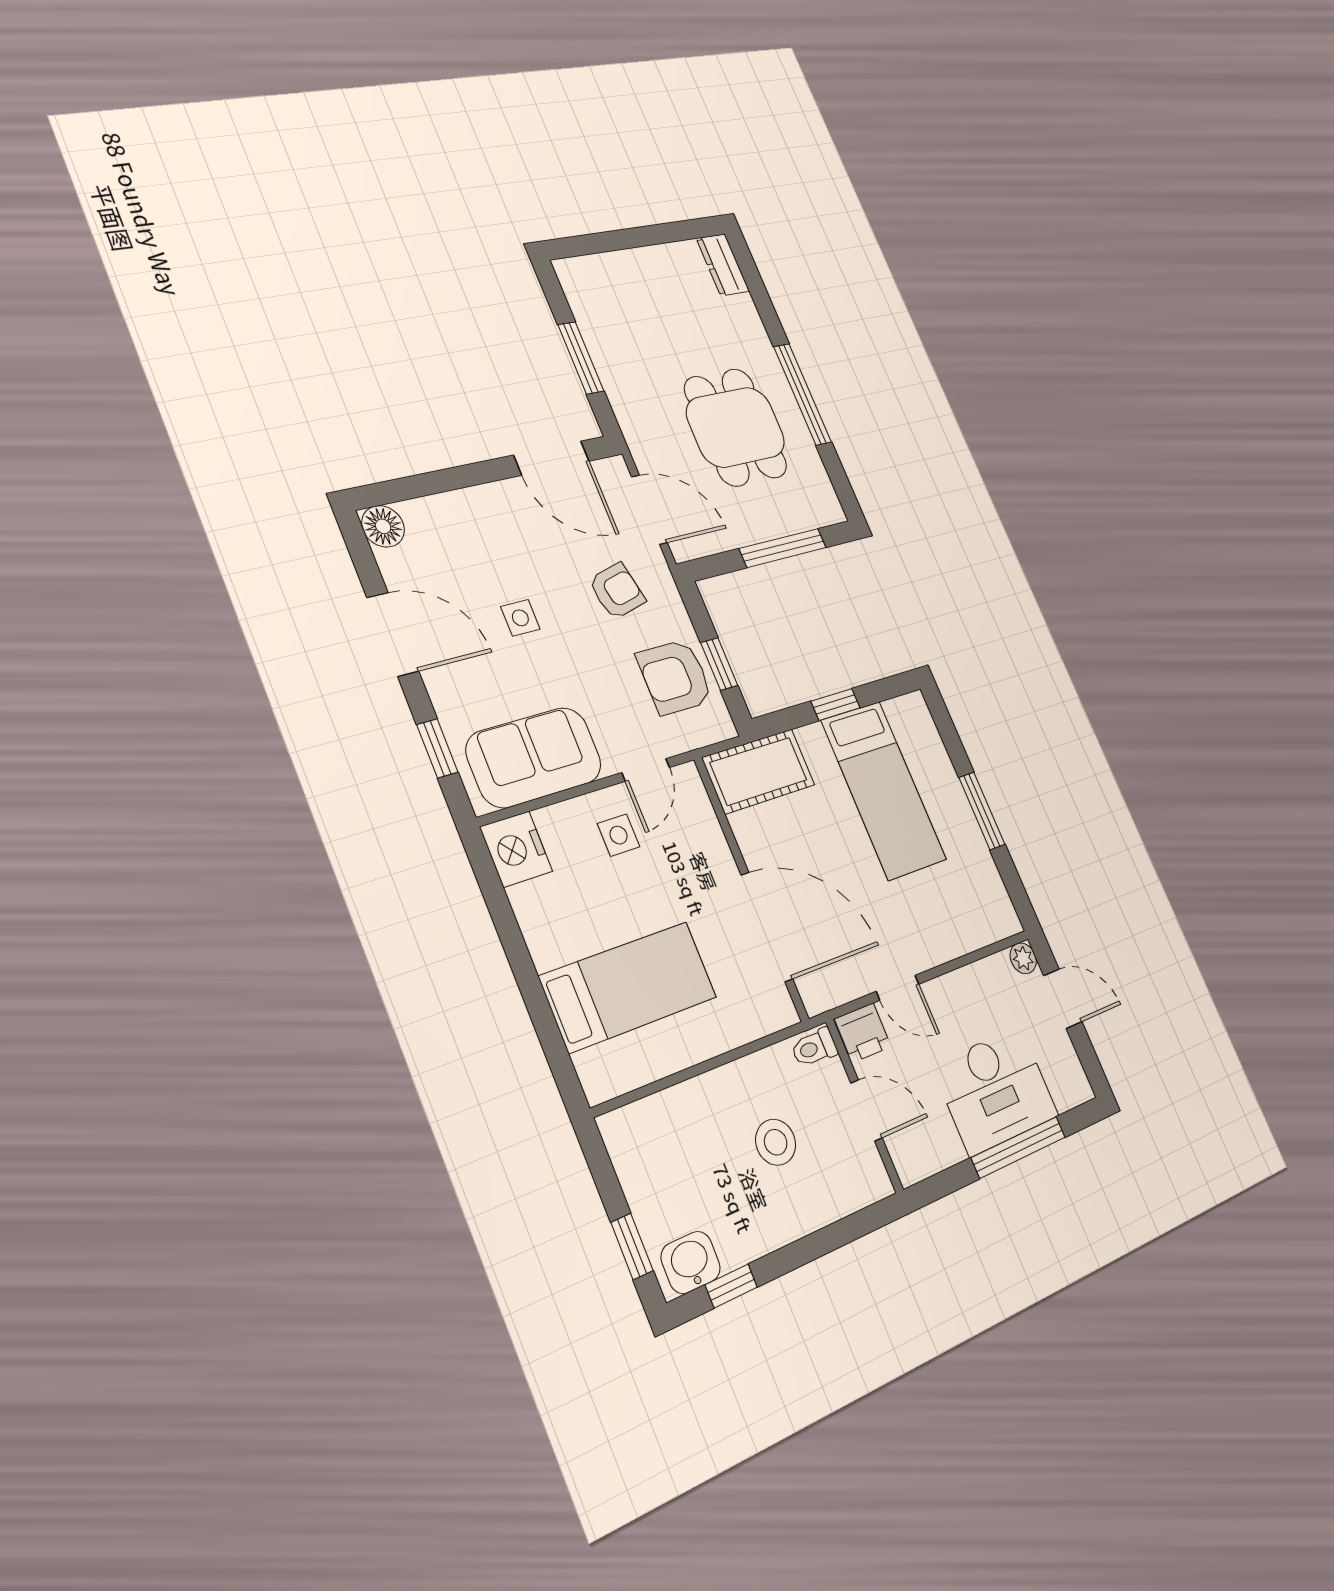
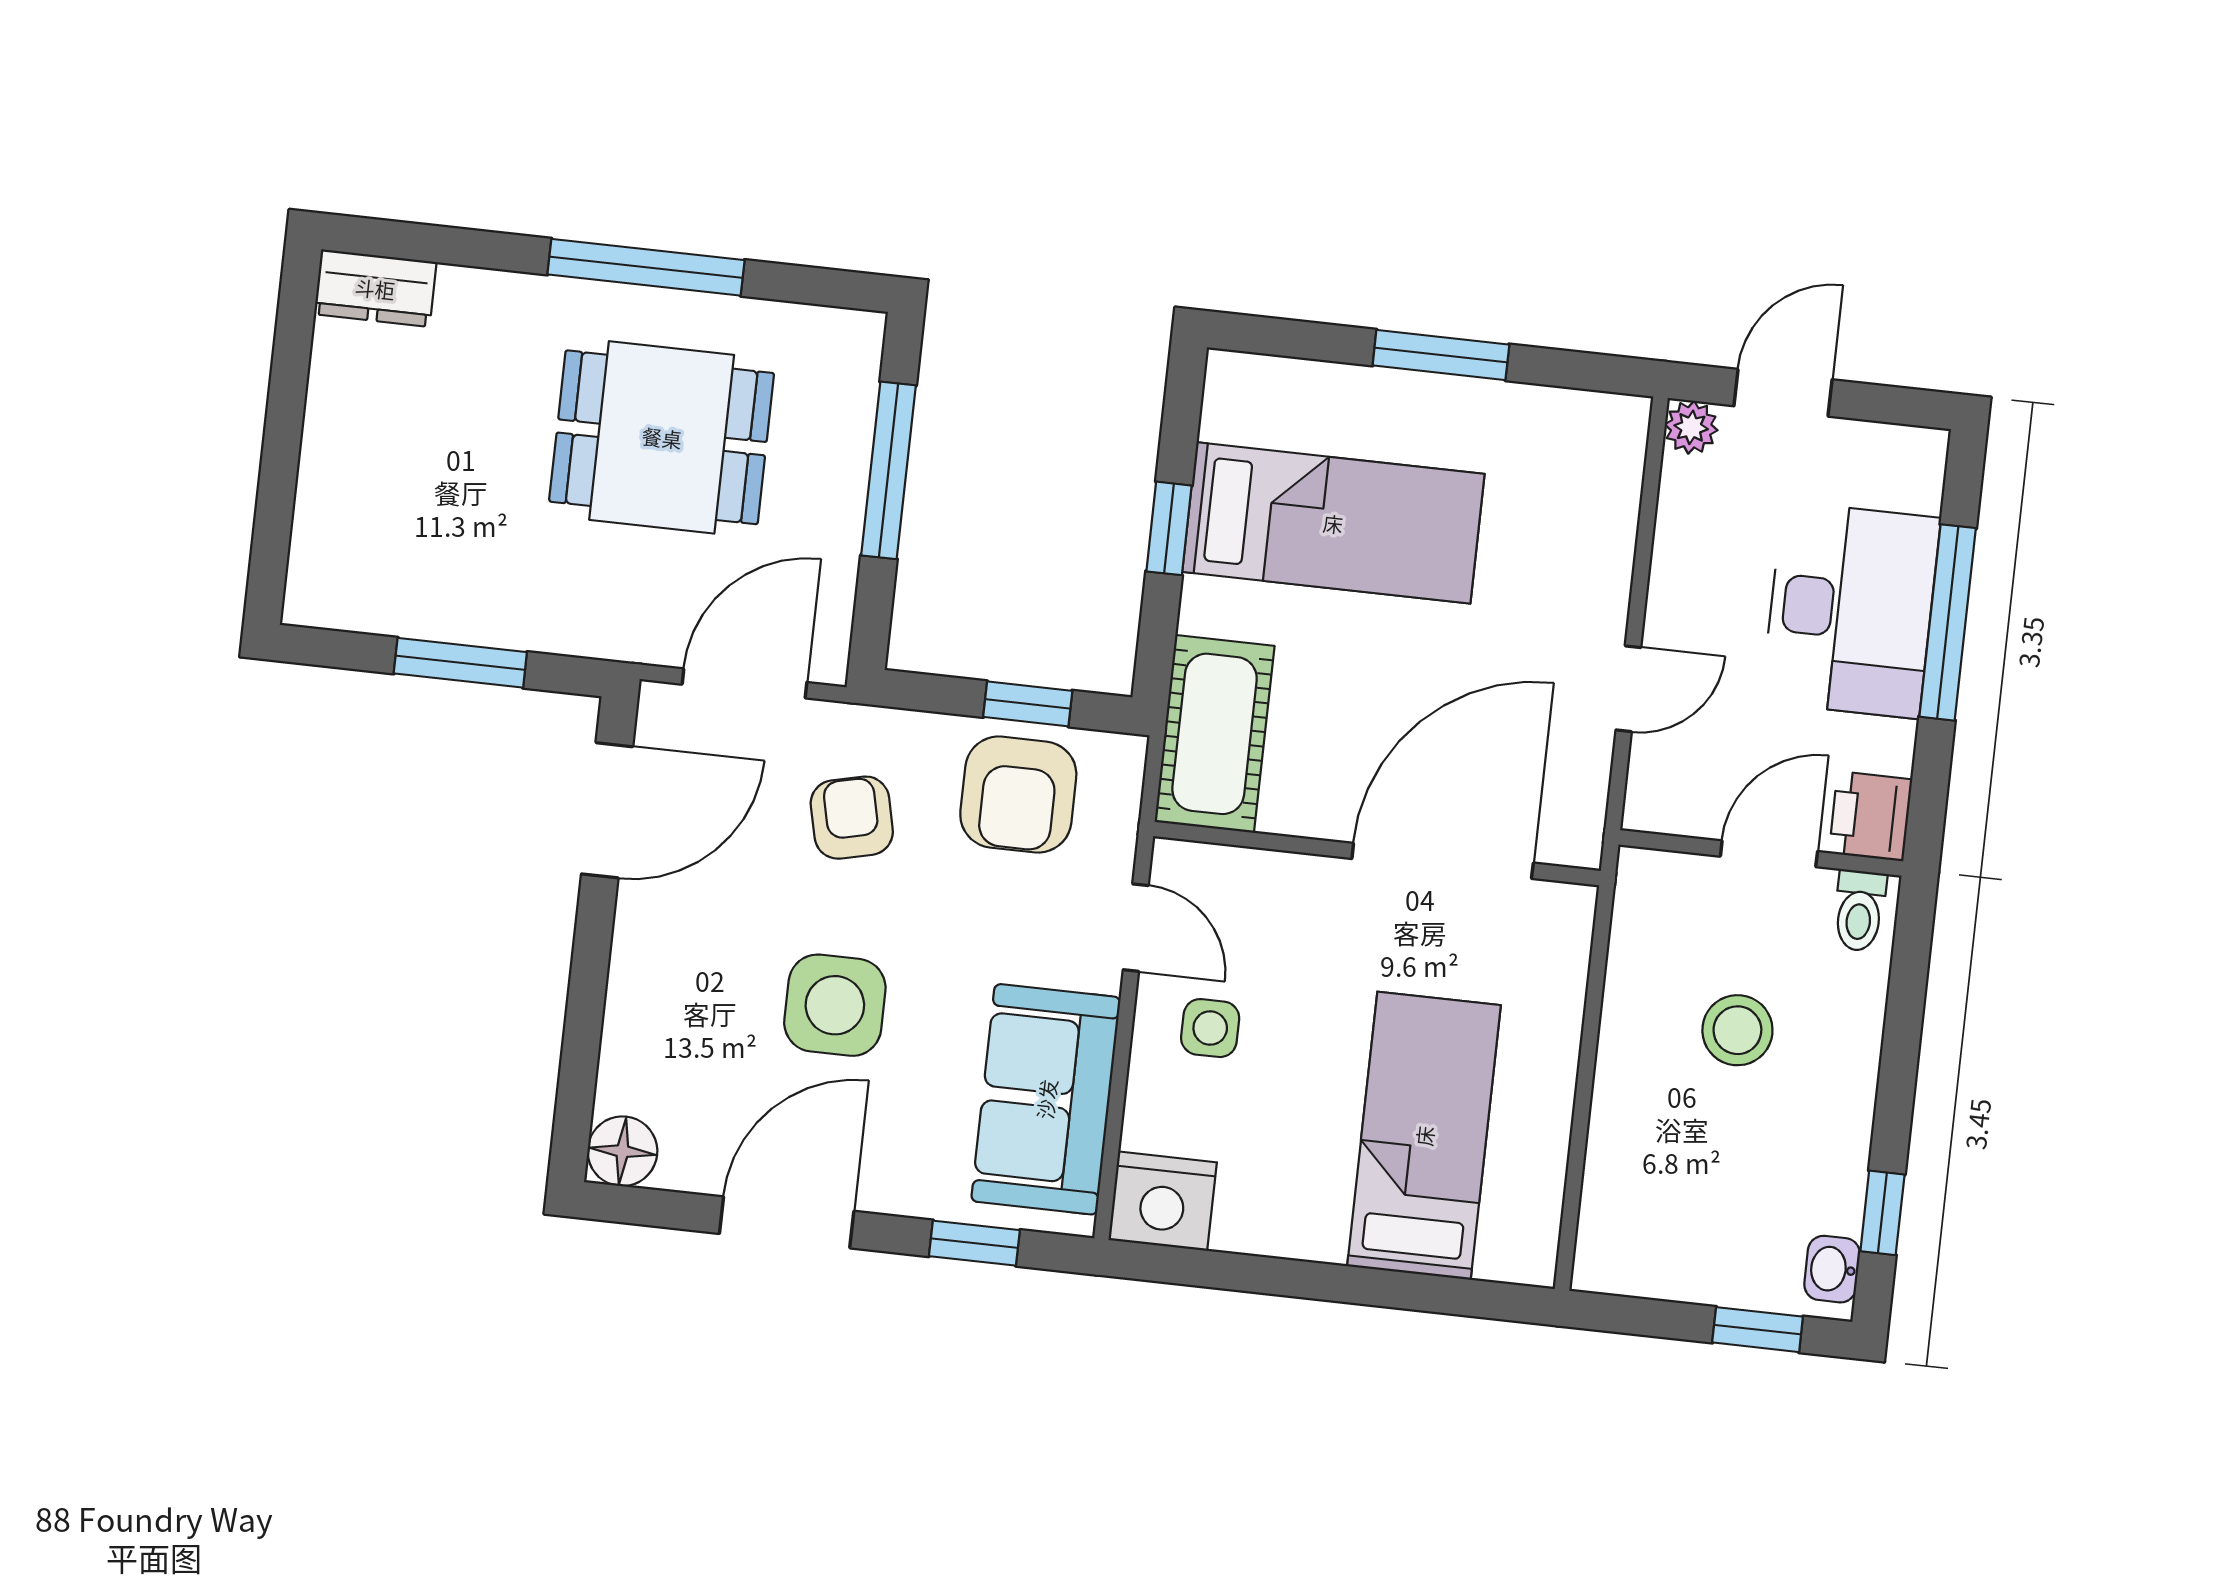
side table: (520, 618) -> (835, 1005), width x1.87, depth x1.87
printer: (863, 1033) -> (1870, 816), moved, turned 180
toilet: (814, 1048) -> (1859, 911), moved
washbasin: (691, 1262) -> (1832, 1269), width x0.72, depth x0.69

